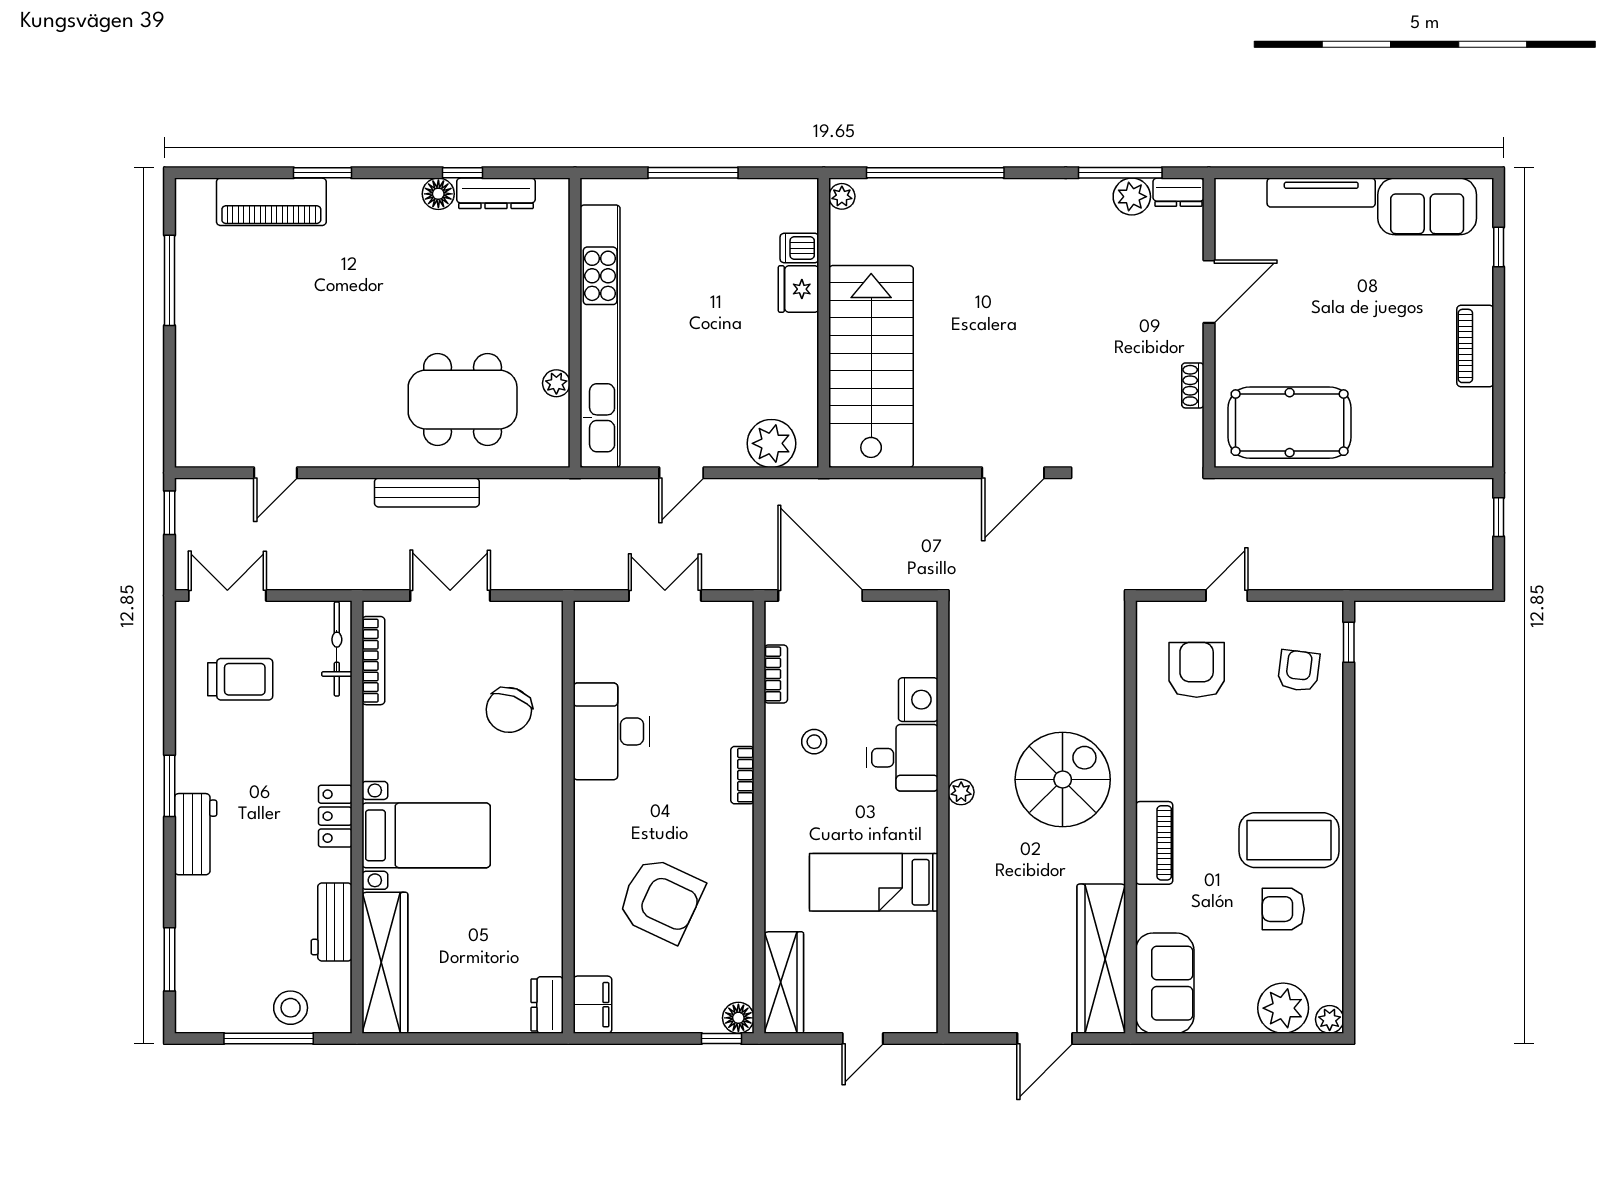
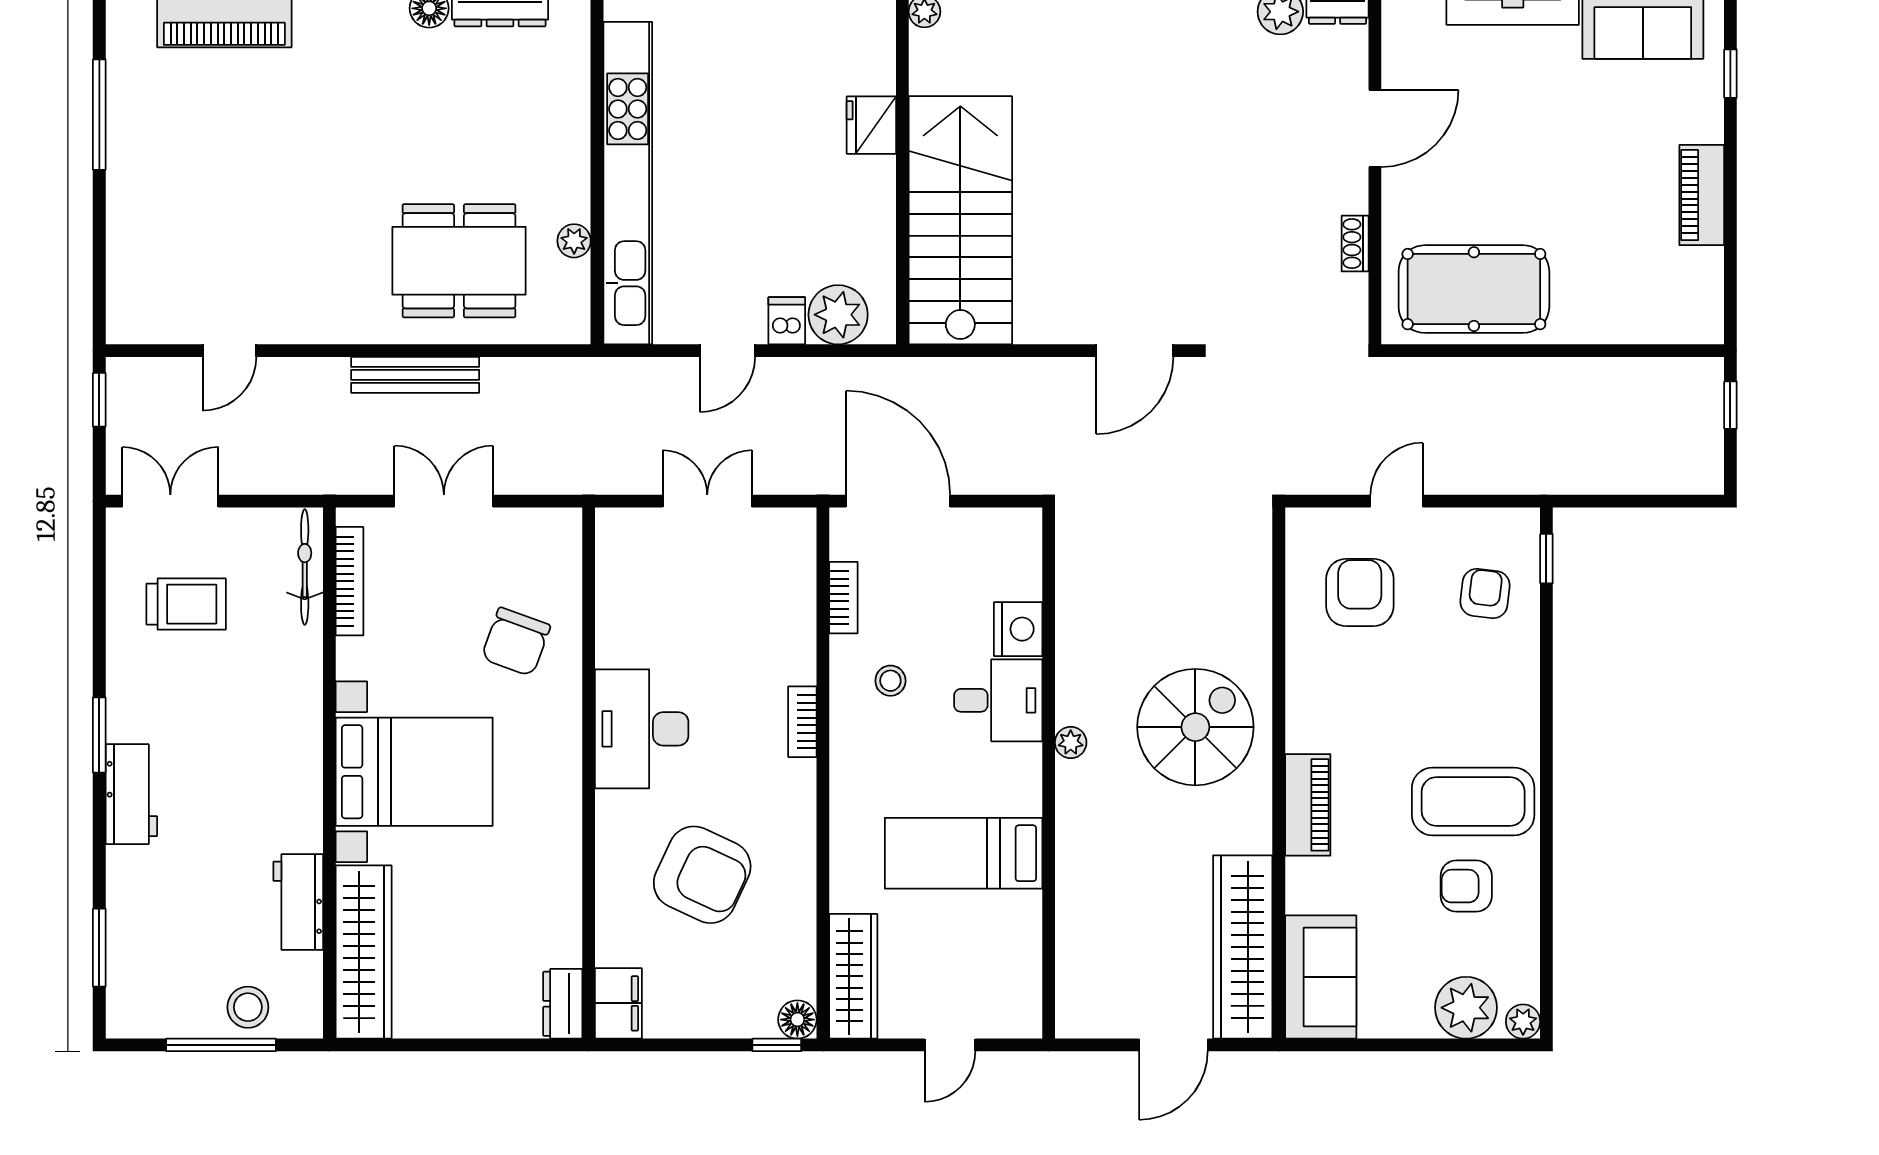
dishwasher: (799, 248) -> (787, 321), moved, turned 90
desk: (611, 731) -> (642, 729), moved
locker: (335, 816) -> (303, 772), removed
bed with nightstands: (426, 835) -> (414, 772), width x1.36

